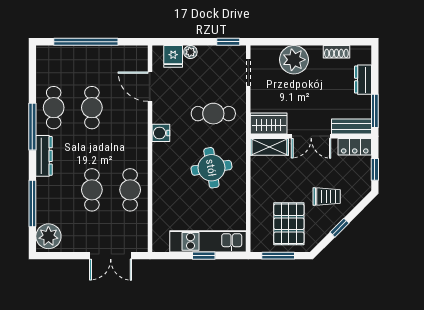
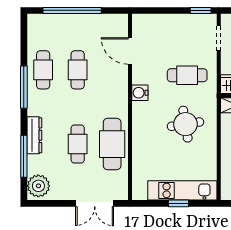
plant: (190, 52) -> (166, 20), removed
fridge: (173, 56) -> (151, 24), removed
dresser: (44, 156) -> (34, 135), moved
cafe table: (130, 190) -> (112, 144), width x1.37, depth x1.35

